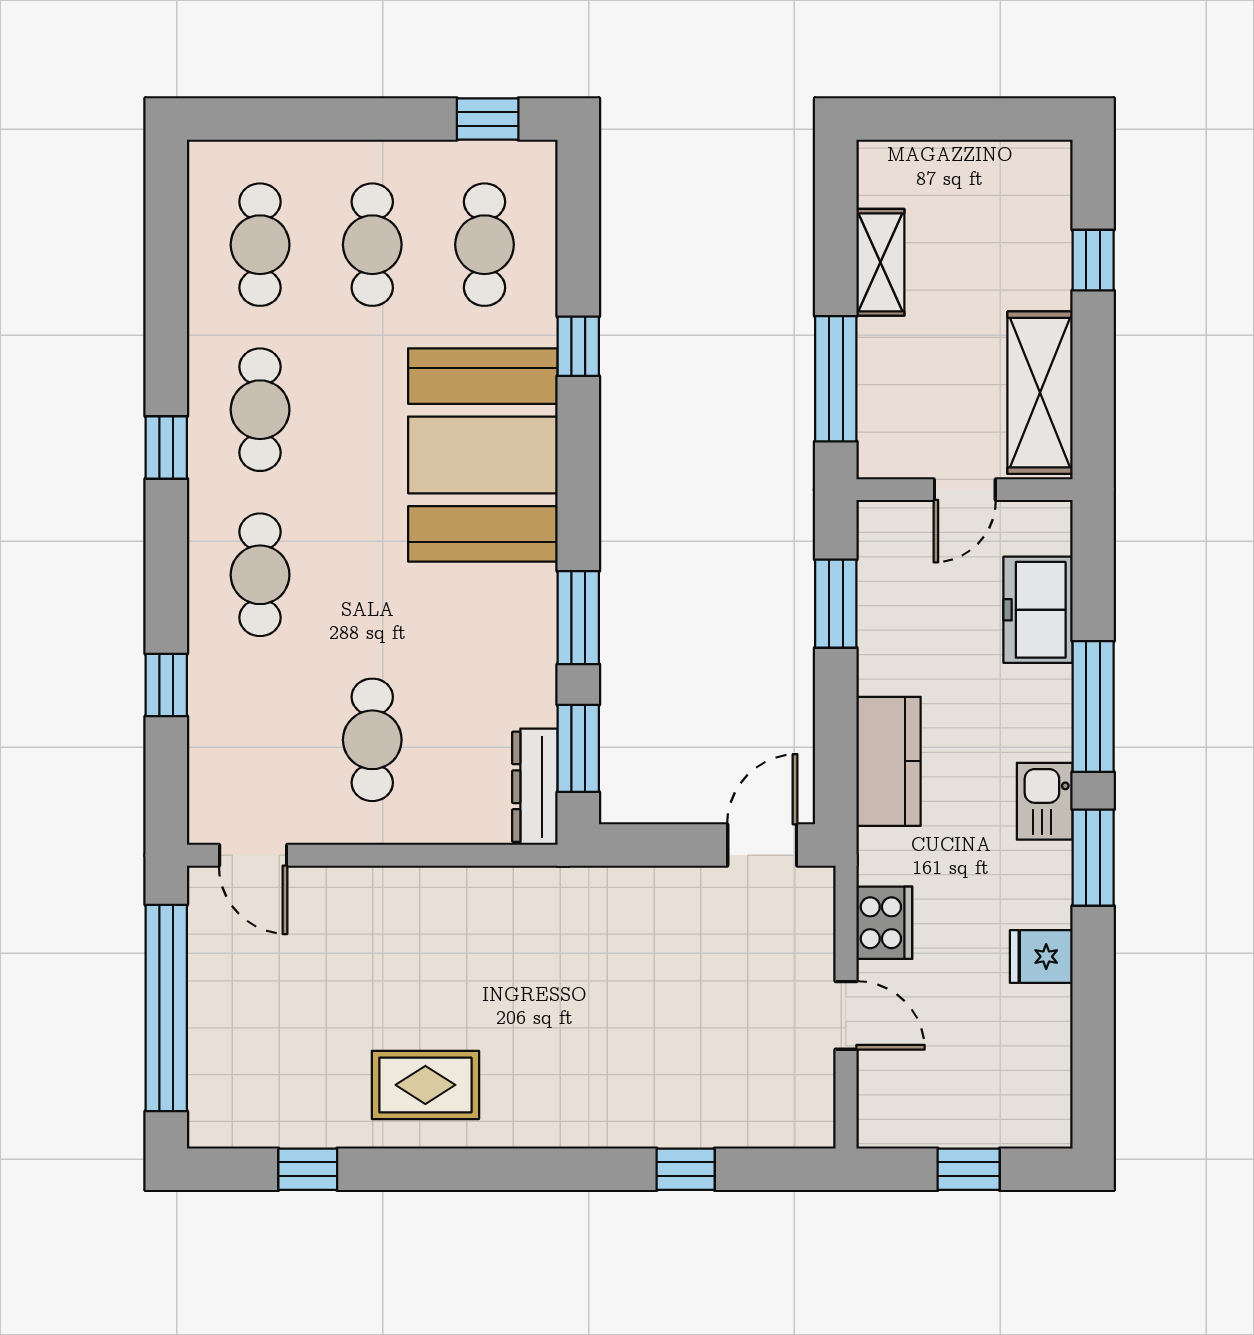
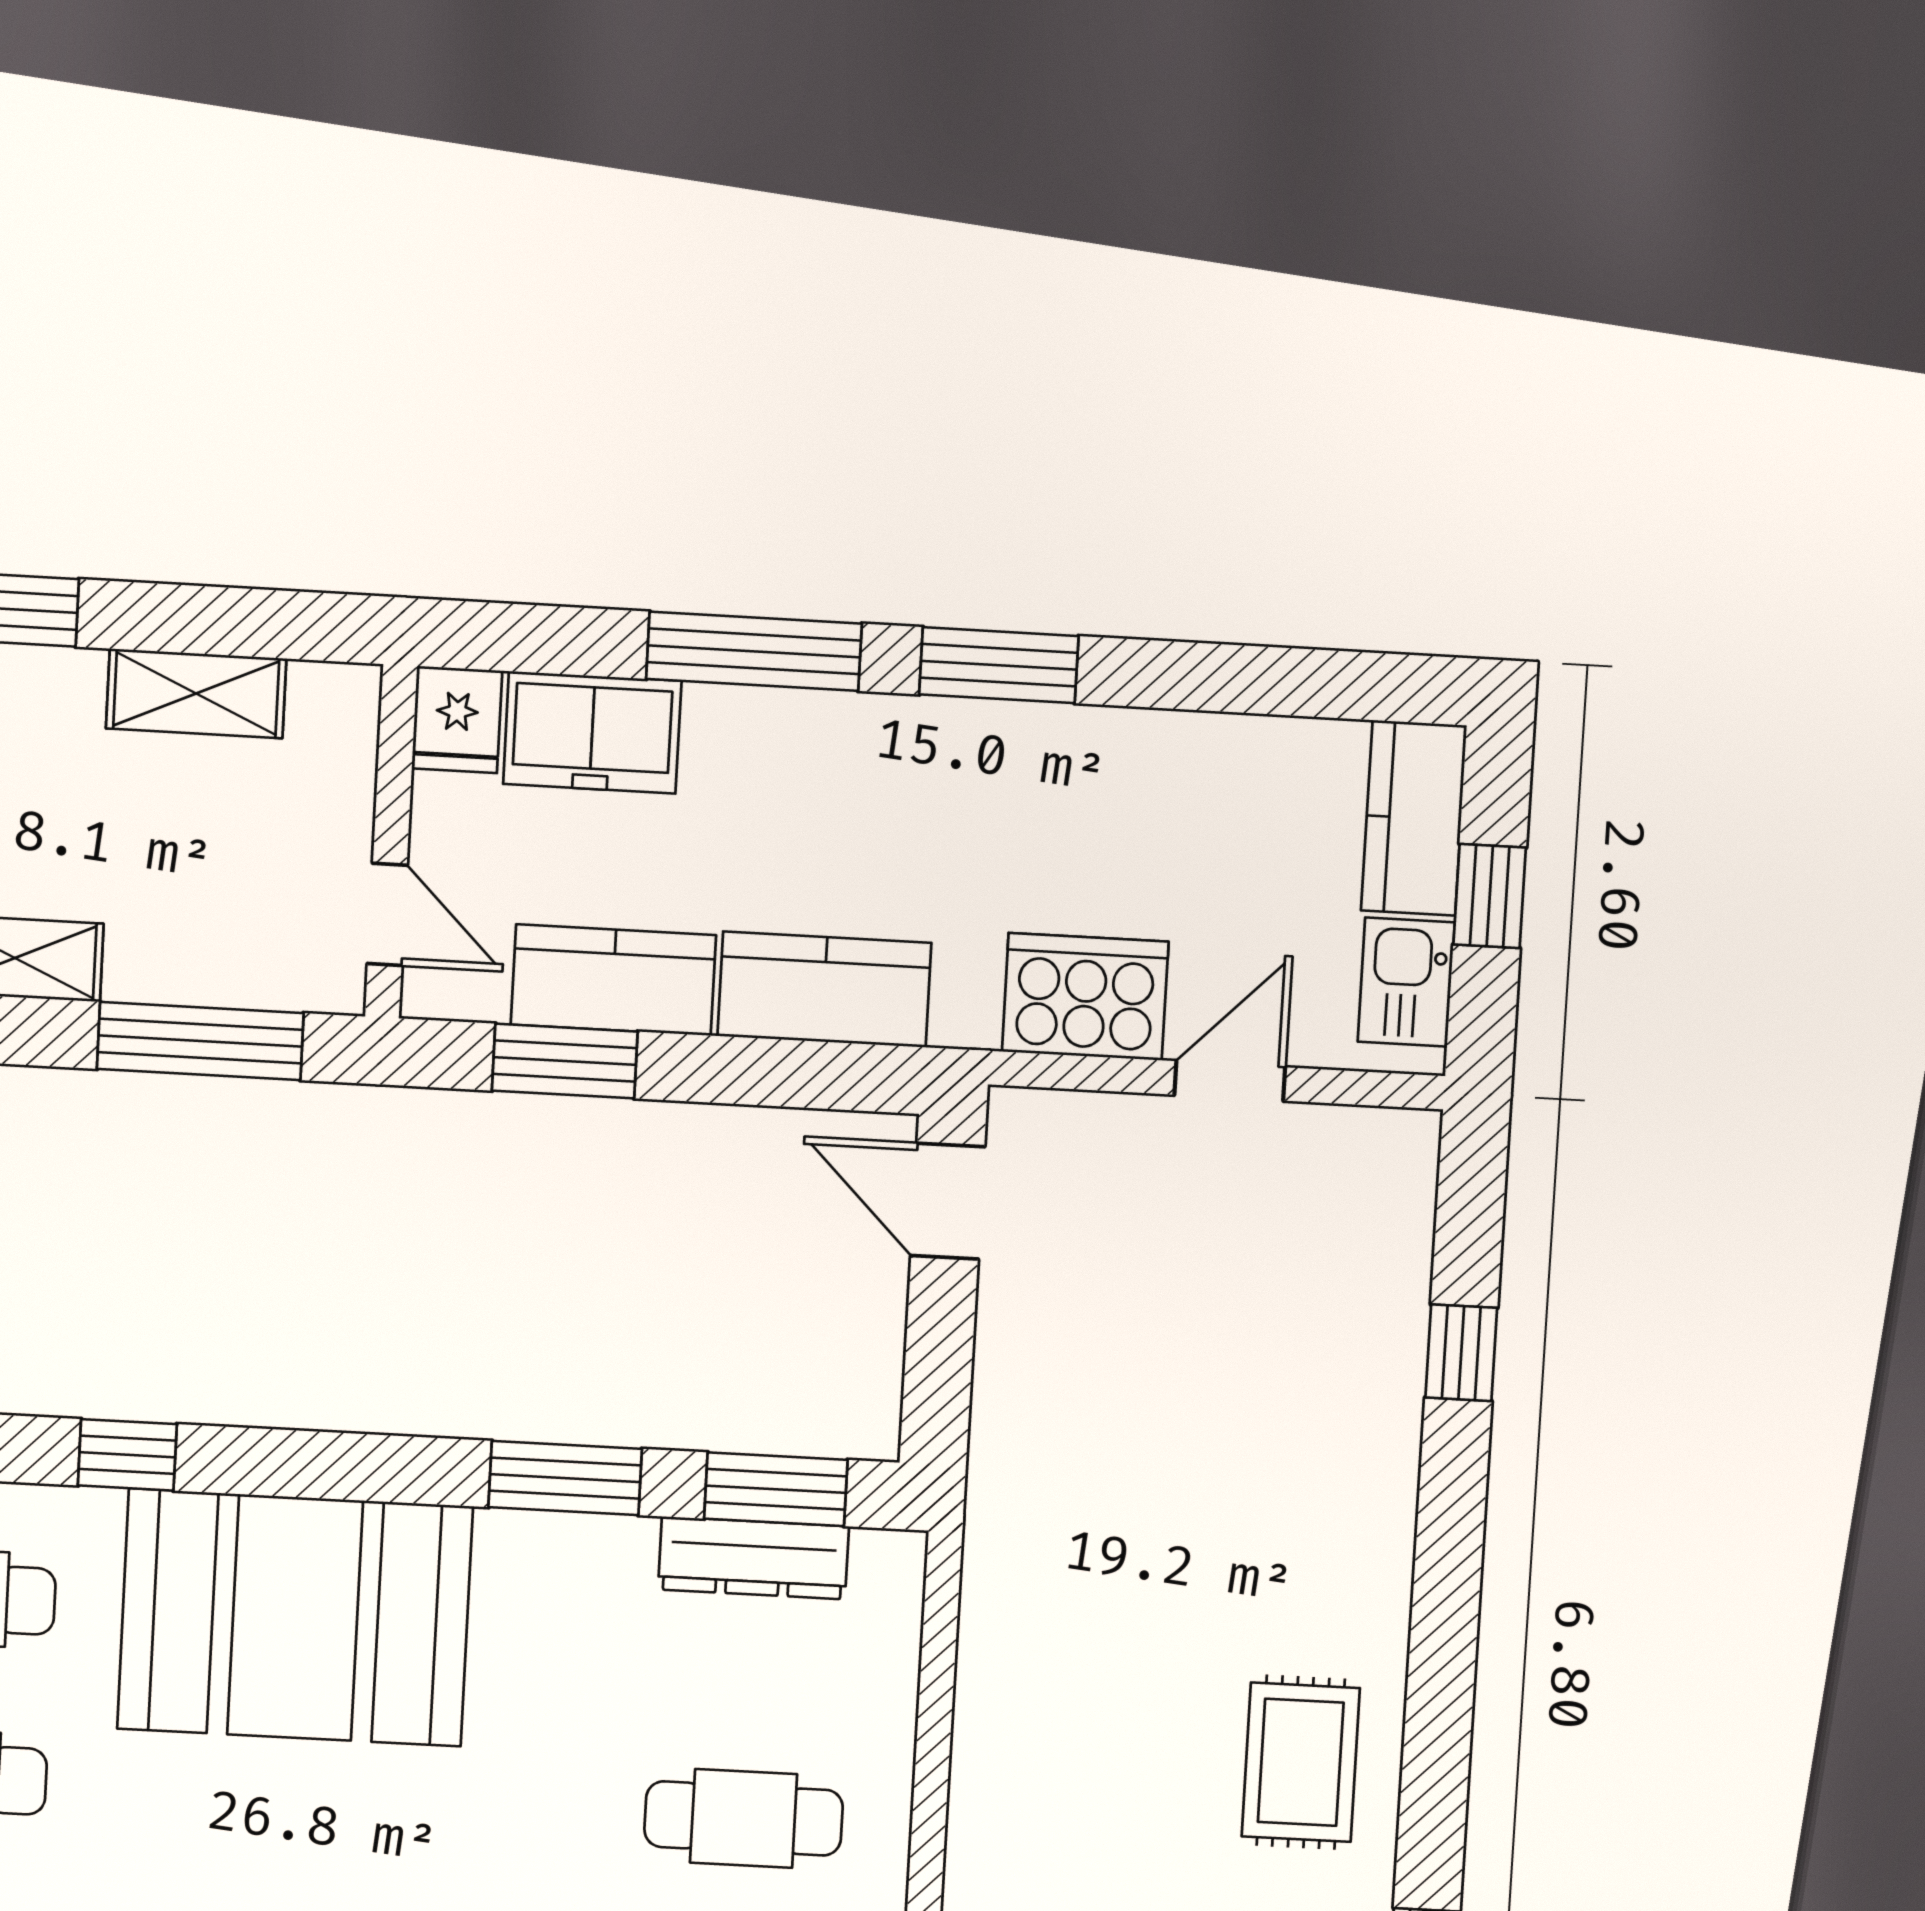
shelving: (1040, 393) -> (196, 693), width x0.67, depth x0.75
door: (965, 490) -> (387, 914), moved
kitchen counter: (887, 631) -> (613, 980), added
dresser: (535, 787) -> (753, 1558), moved
kitchen sink: (1045, 801) -> (1406, 982), moved, turned 90
cooker: (884, 923) -> (1085, 997), width x1.37, depth x1.31
fridge: (1041, 957) -> (457, 720), moved
kitchen counter: (1014, 1119) -> (1414, 818), added

